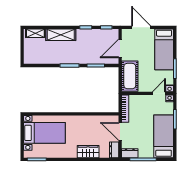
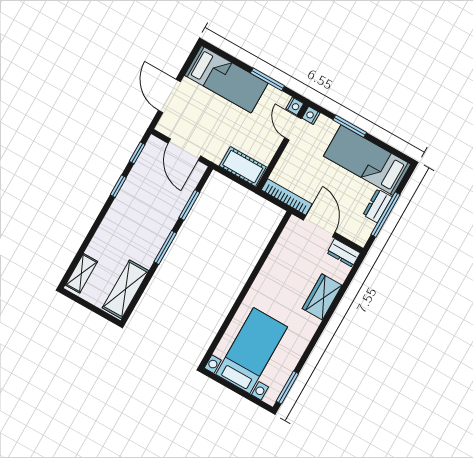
door: (141, 27) -> (169, 96), hinge flipped
shelving: (61, 35) -> (125, 289), moved
cot: (130, 76) -> (243, 167), width x0.73, depth x0.75
door: (120, 131) -> (319, 226), swing flipped
dresser: (130, 153) -> (377, 206), moved

